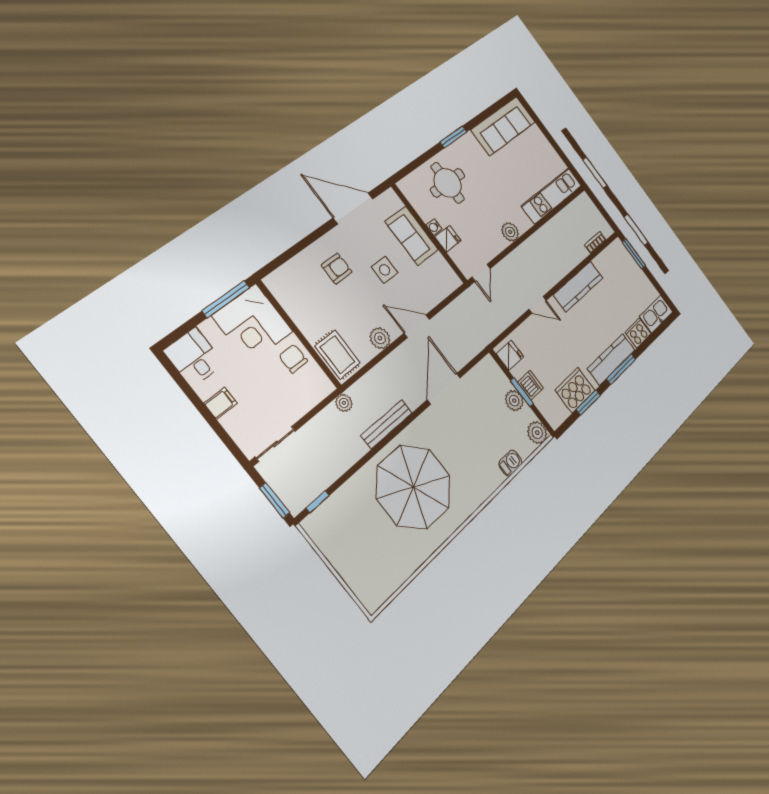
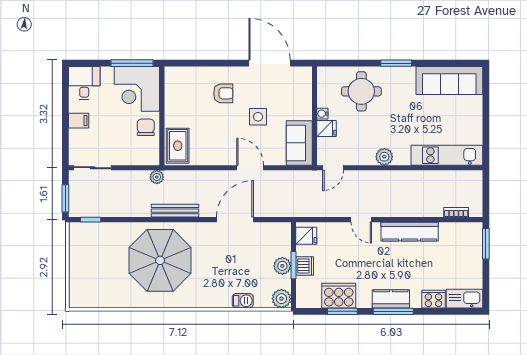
sofa: (412, 236) -> (299, 143), moved
plant: (380, 338) -> (216, 157), removed
kitchen counter: (611, 359) -> (391, 299), width x0.67

